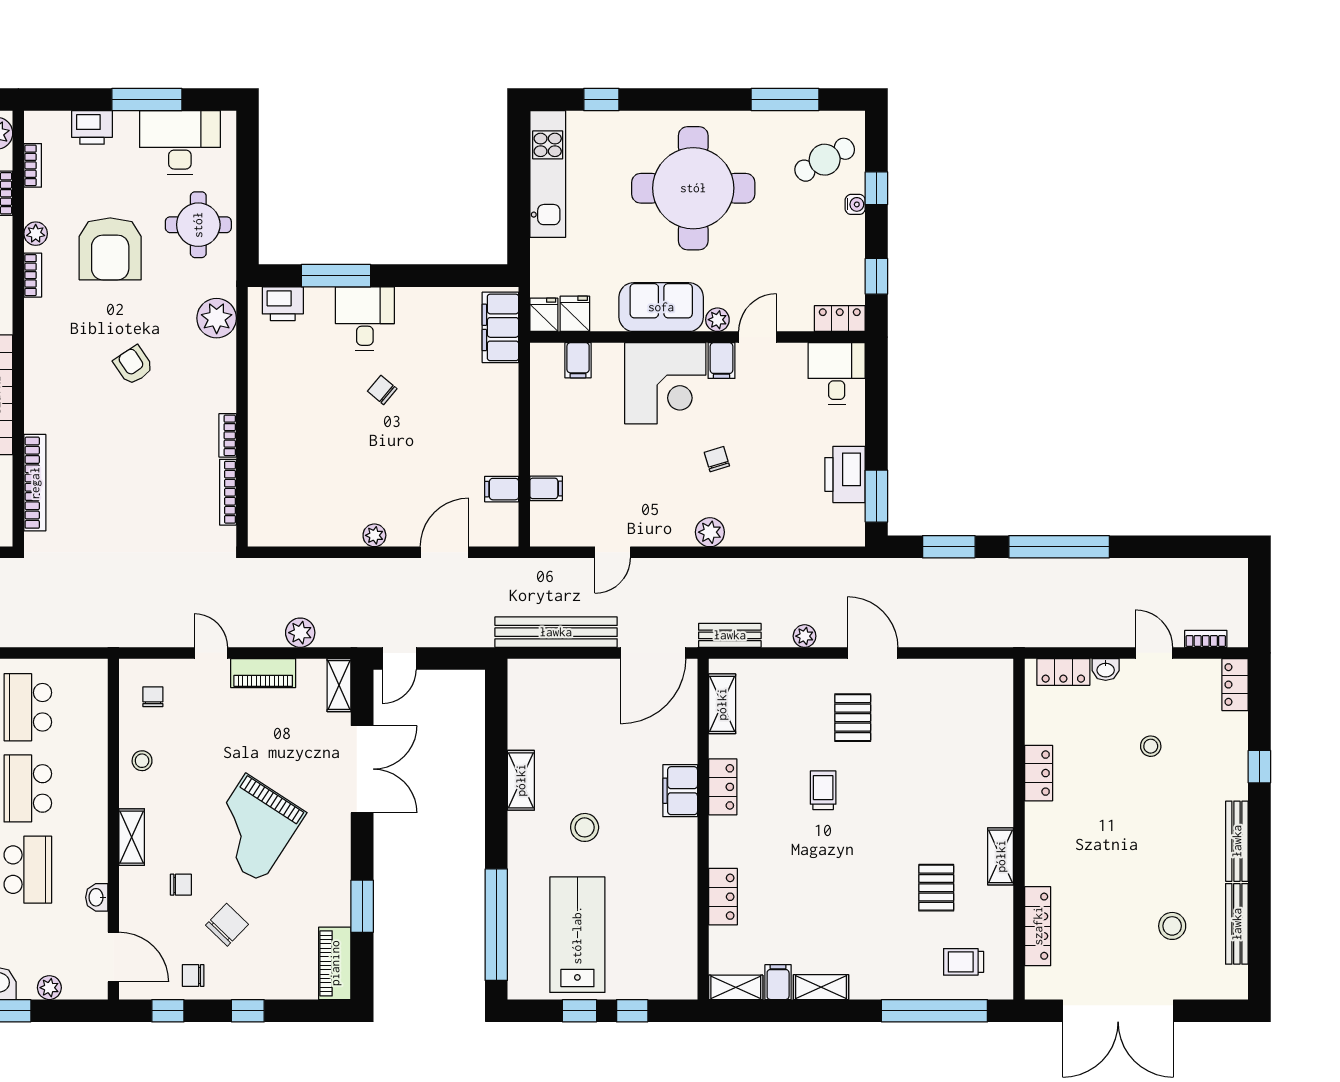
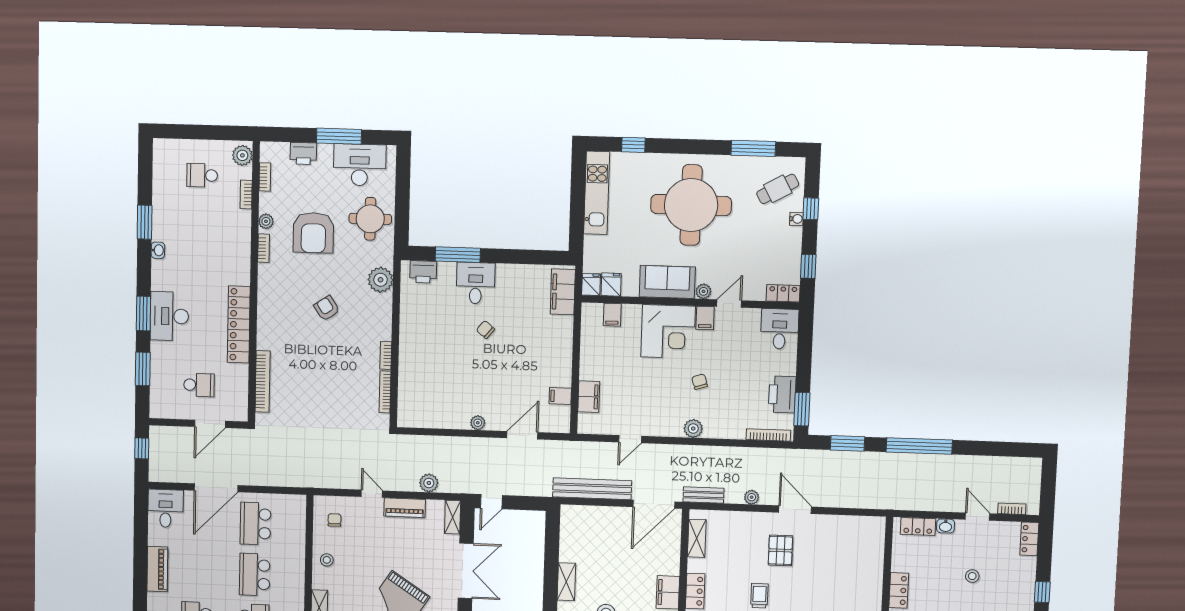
filing cabinet: (546, 488) -> (589, 397), width x2.00
bookcase: (826, 538) -> (768, 435), added

